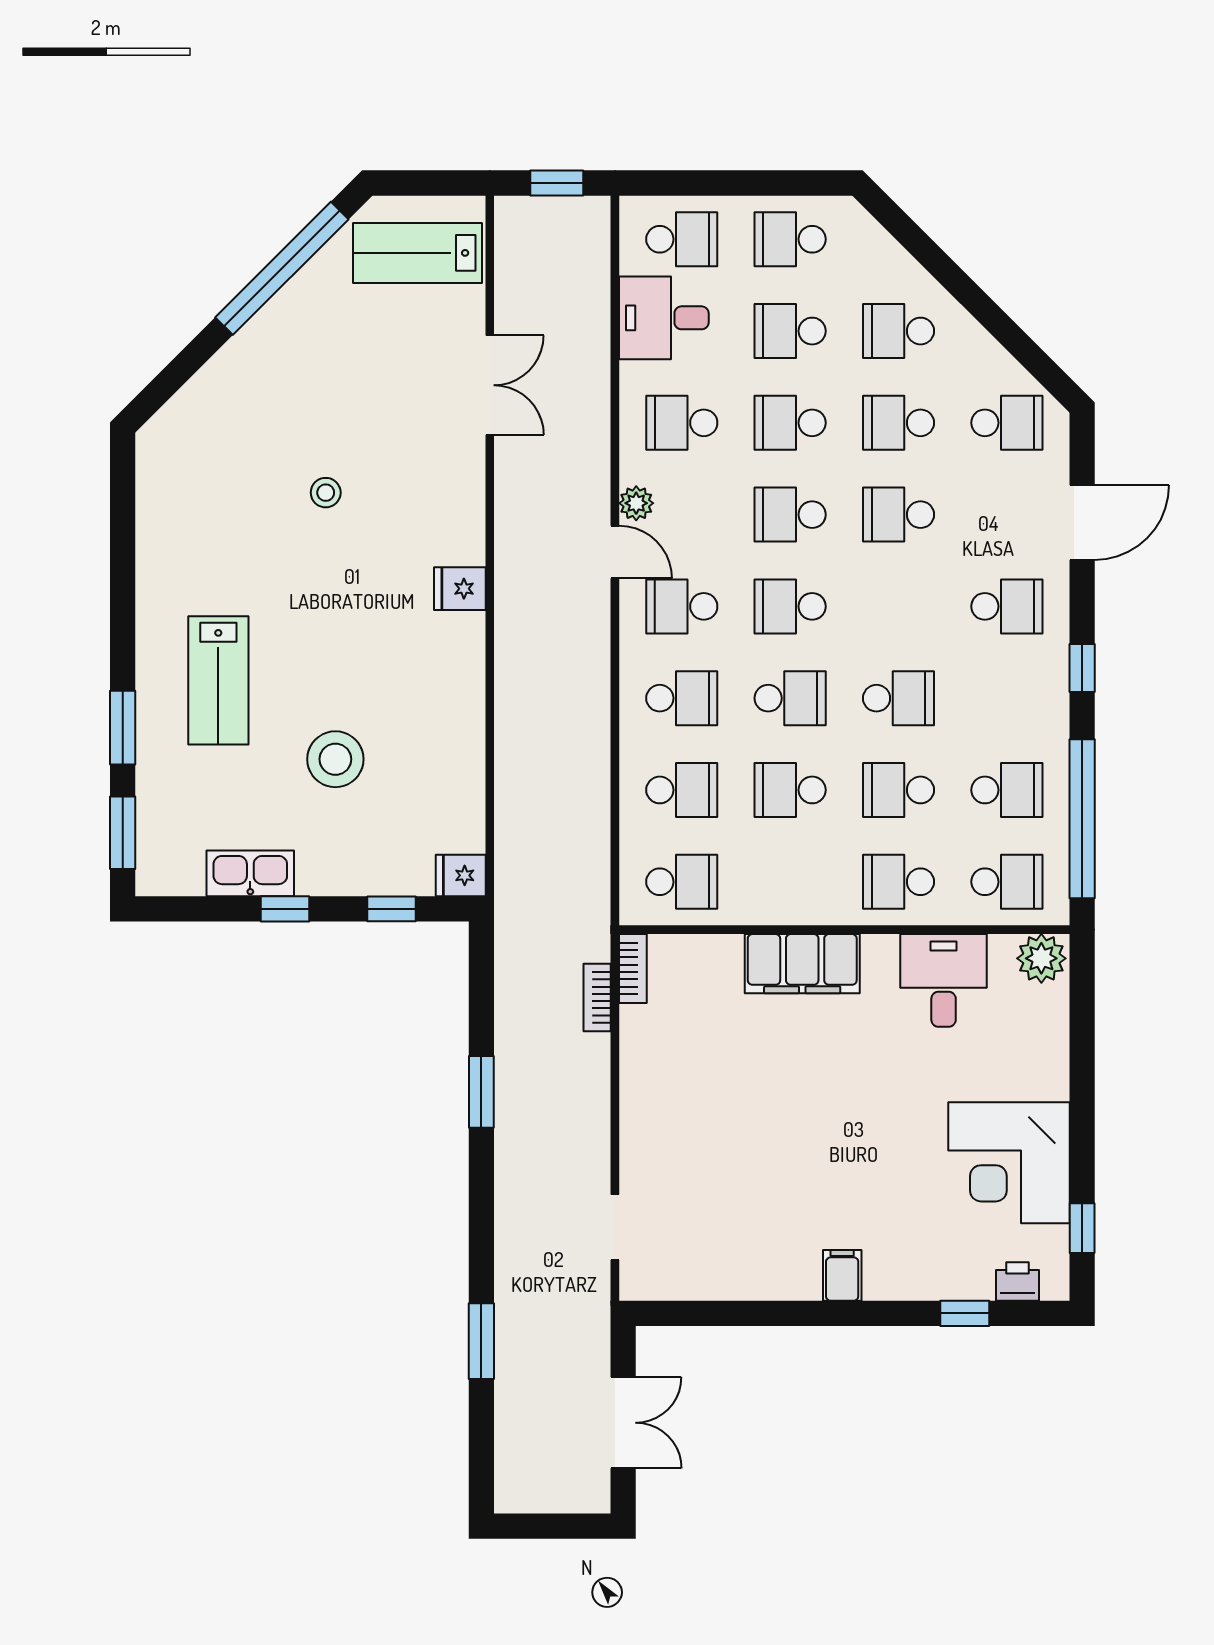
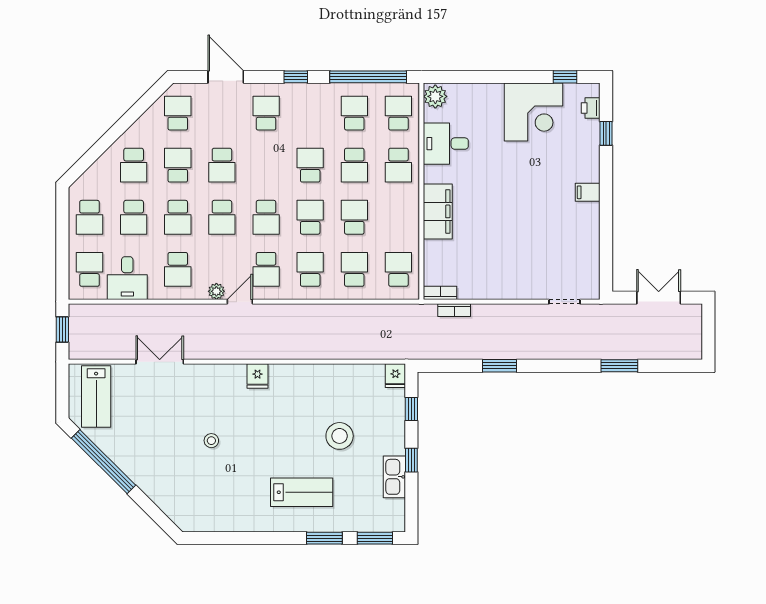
school desk: (898, 423) -> (178, 165), turned 180
school desk: (790, 790) -> (354, 217), turned 180

